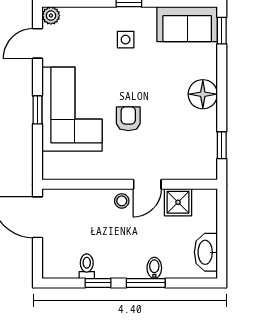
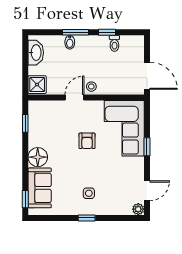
sofa: (187, 24) -> (40, 188), moved, turned 90
corner sofa: (72, 109) -> (124, 128), moved
shower: (178, 202) -> (37, 85), moved

